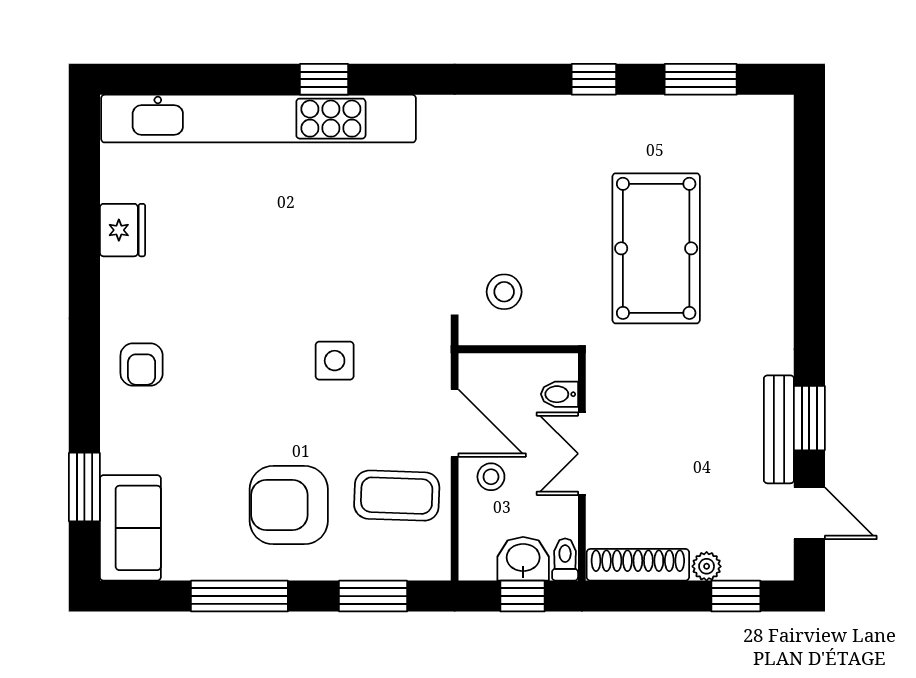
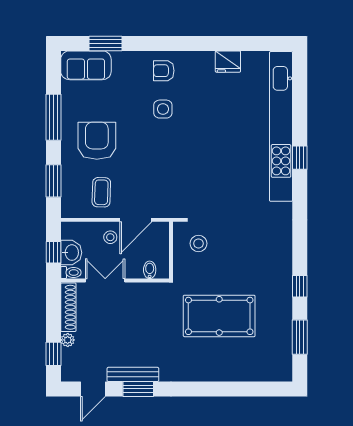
side table: (335, 361) -> (163, 109), moved
double door: (582, 454) -> (105, 281), moved
coffee table: (397, 496) -> (101, 192), width x0.73, depth x0.77

